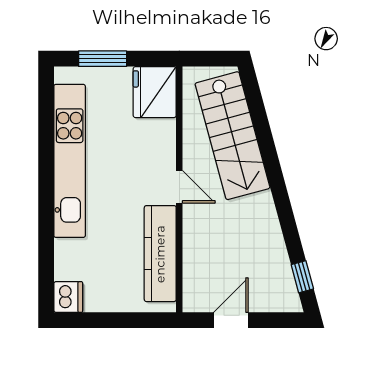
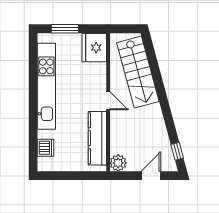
dishwasher: (68, 297) -> (46, 148), moved
plant: (197, 297) -> (118, 163), added
door: (231, 320) -> (151, 176), moved

